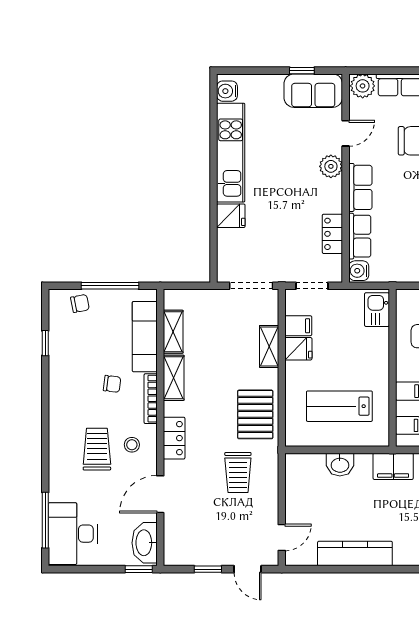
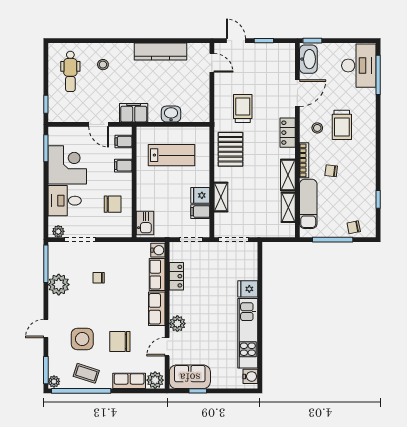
door: (282, 538) -> (212, 63), swing flipped

